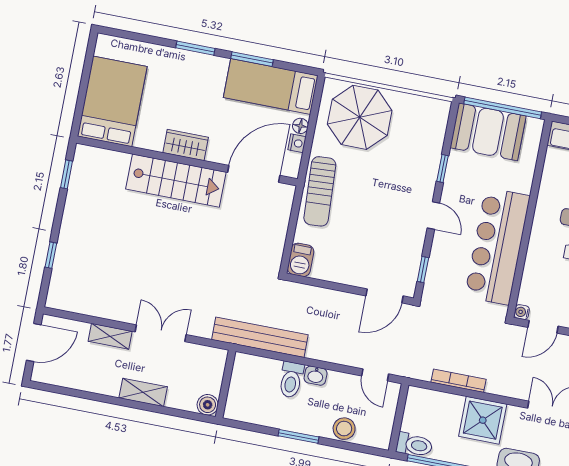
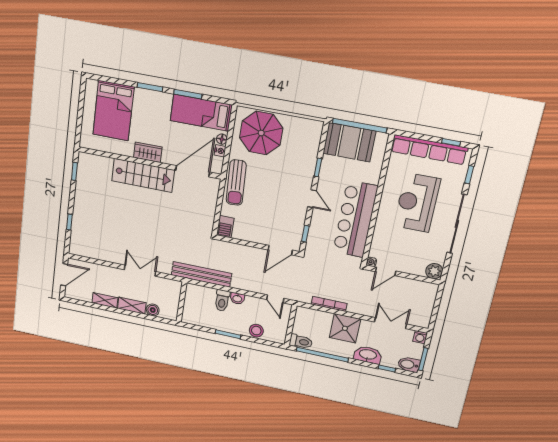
bed: (112, 101) -> (113, 111), moved, turned 180
shelving: (110, 336) -> (105, 300), moved
boiler: (208, 405) -> (153, 310), moved

